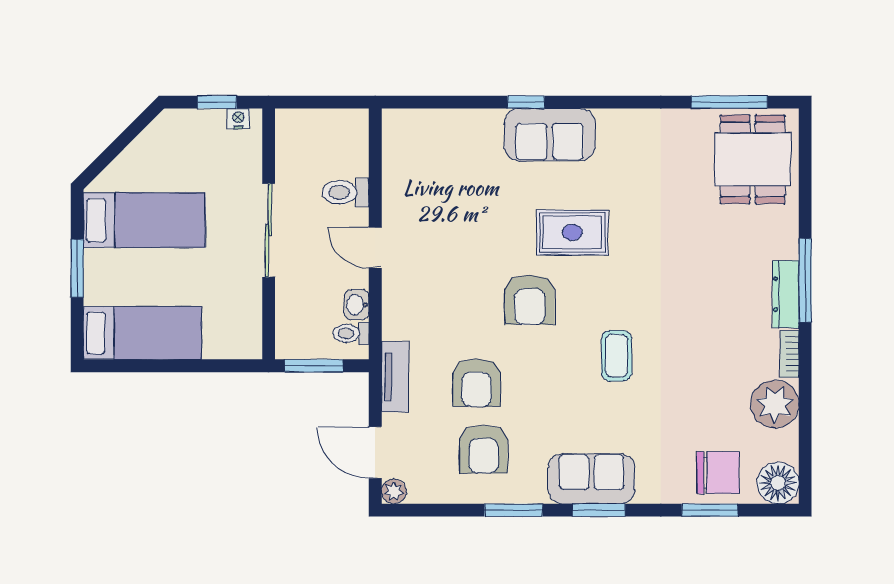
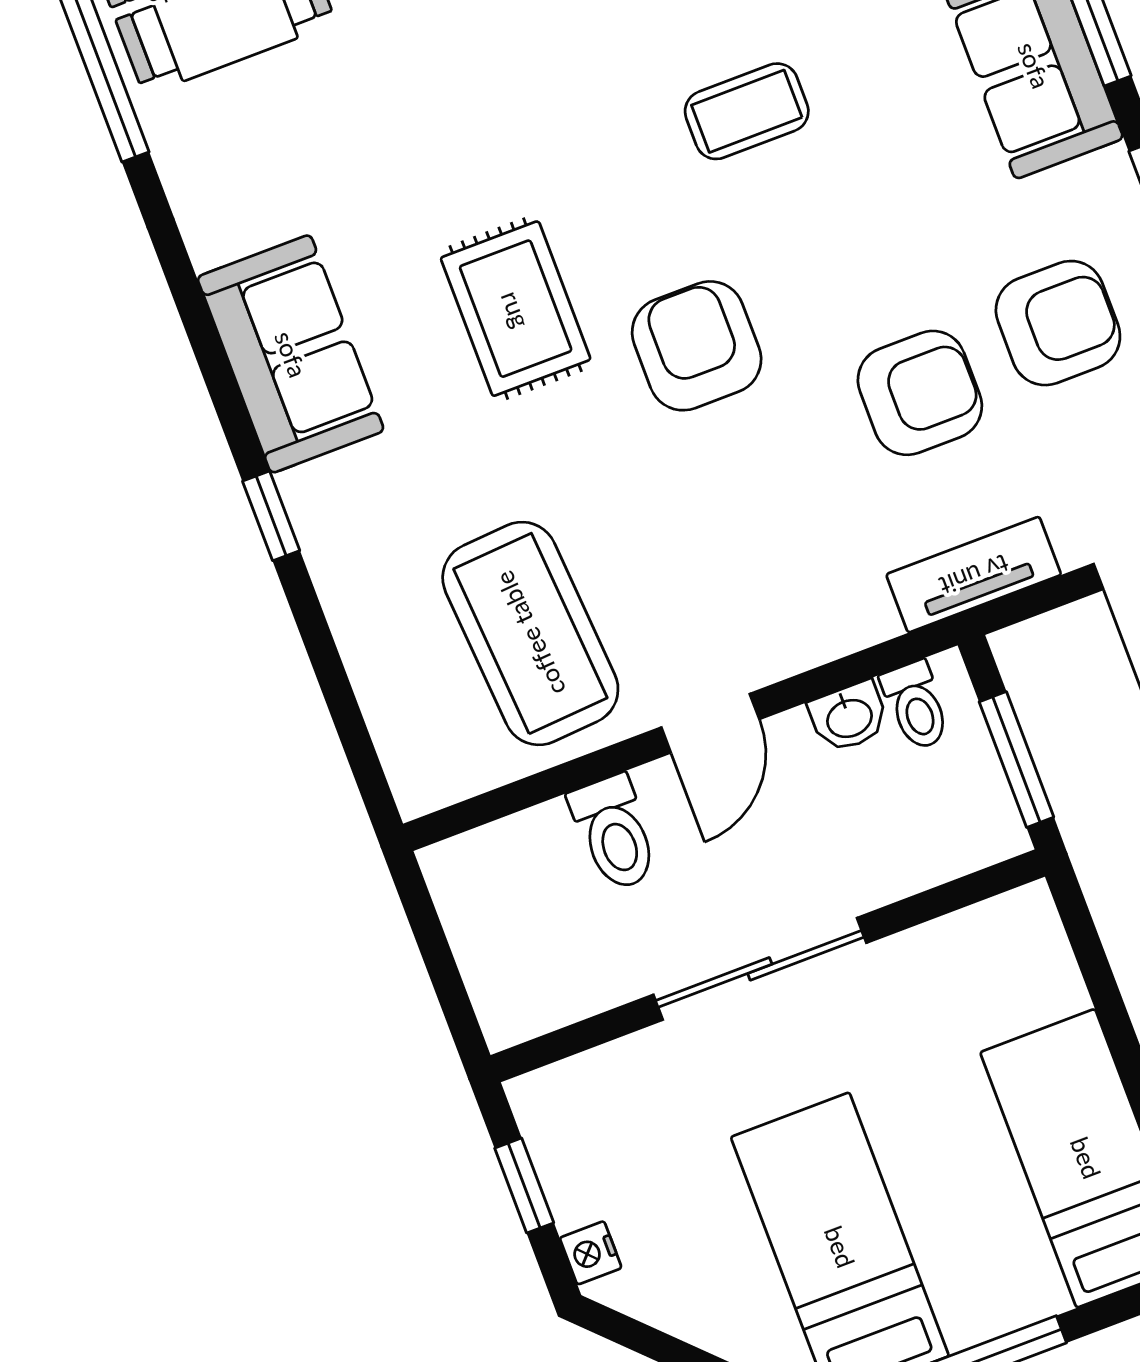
nightstand: (238, 119) -> (591, 1253), moved
sofa: (550, 135) -> (291, 354), moved
coffee table: (439, 189) -> (530, 633), added
armchair: (530, 300) -> (697, 346), turned -90

